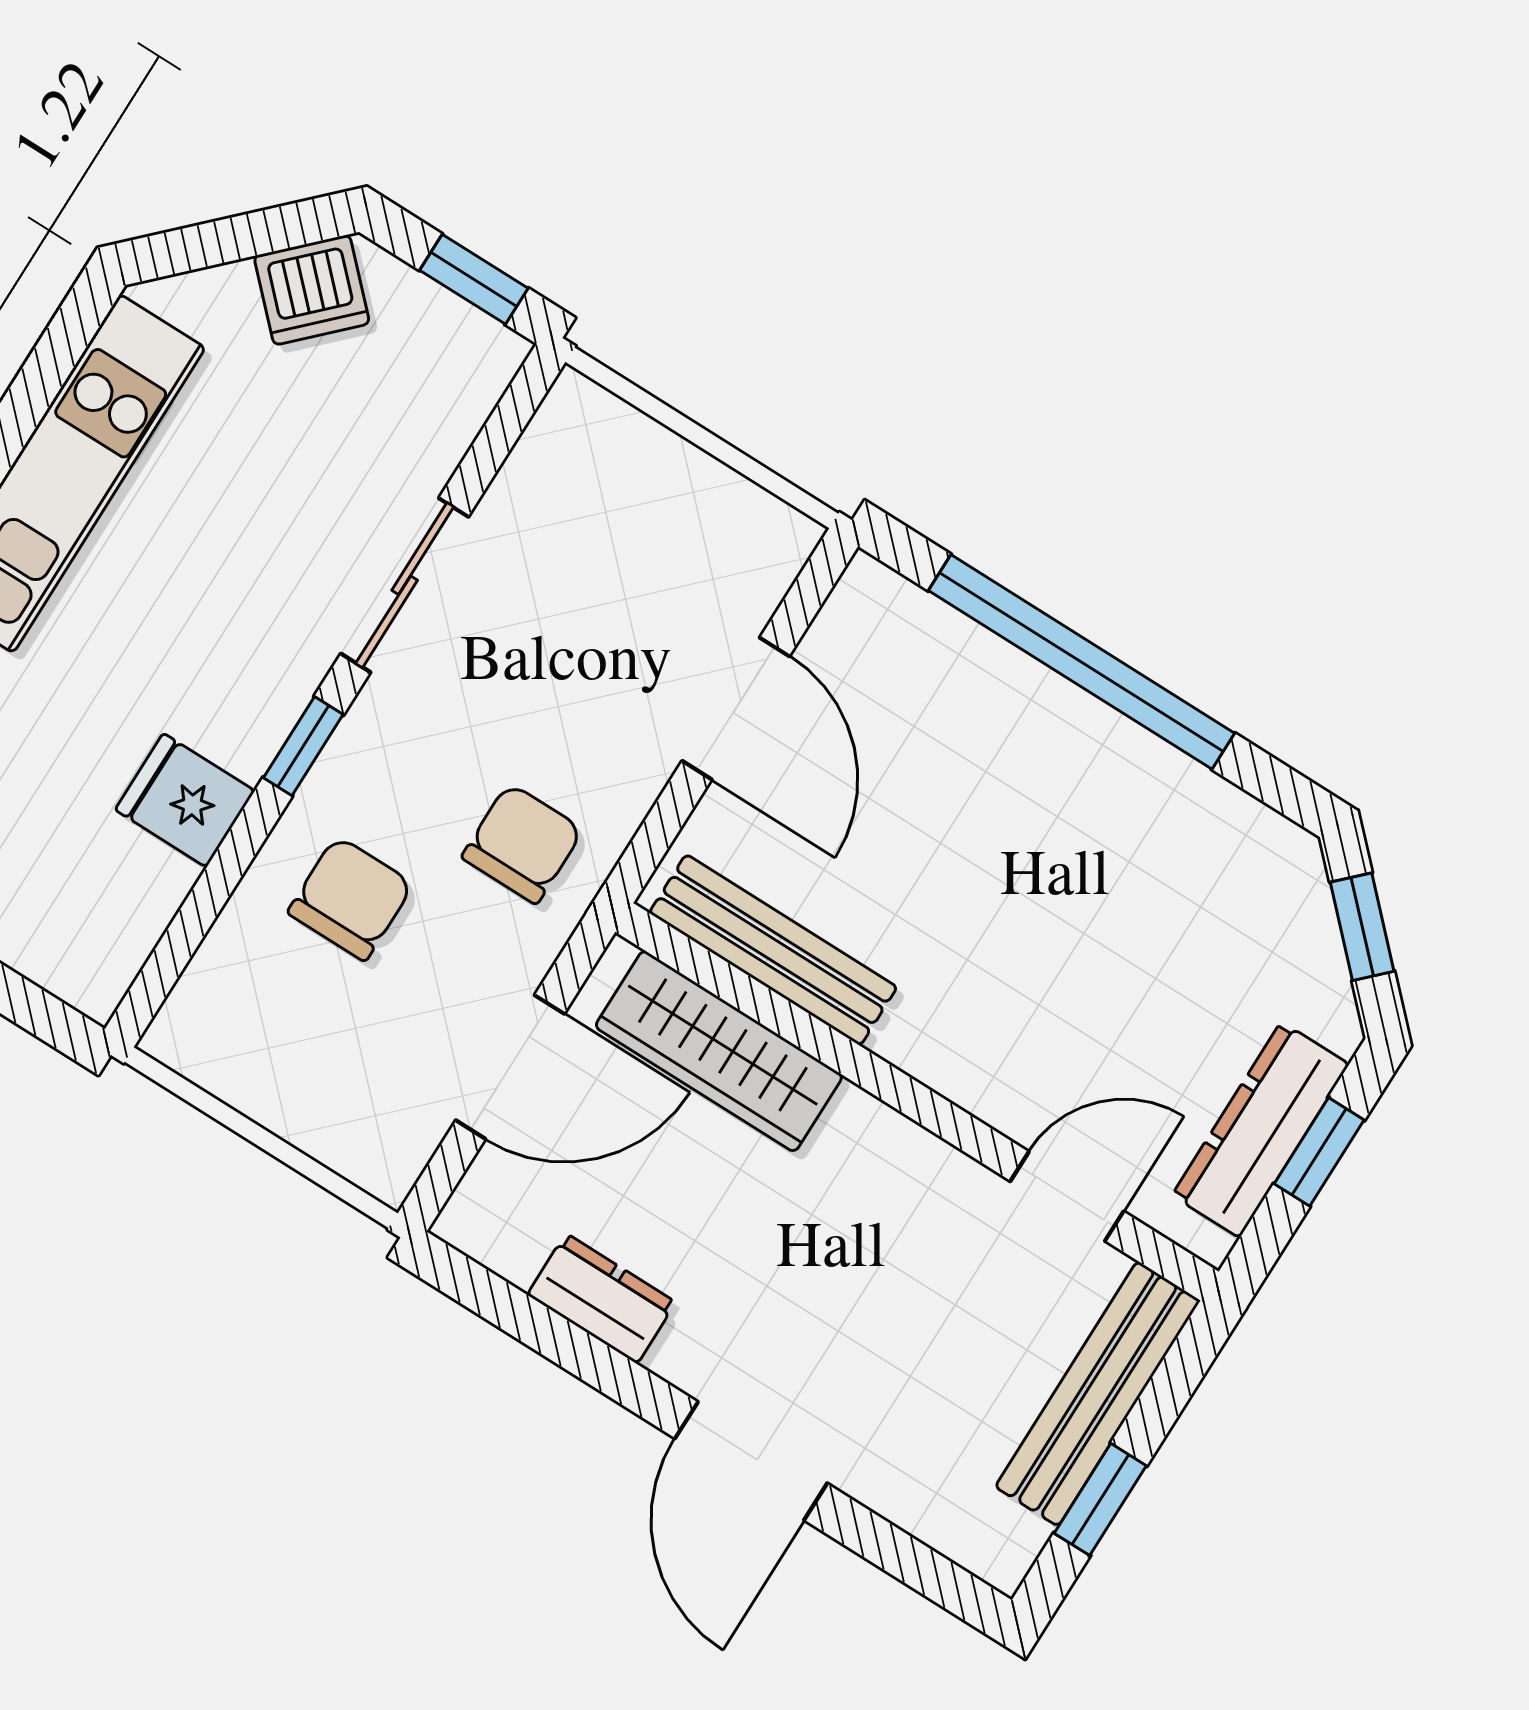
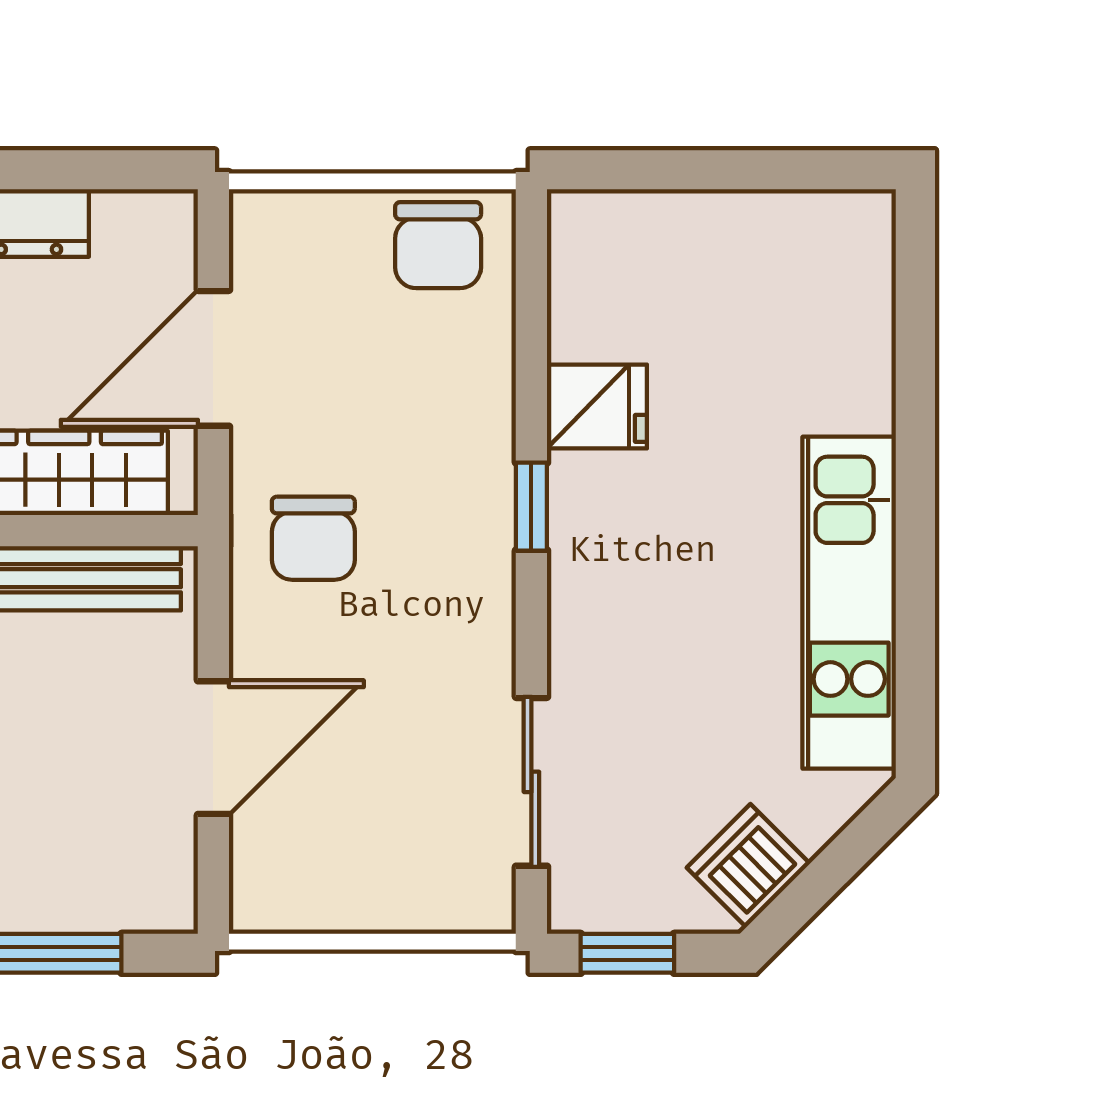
sliding door: (405, 585) -> (531, 782), moved
door: (736, 709) -> (213, 748), swing flipped
chair: (351, 898) -> (438, 245), moved

